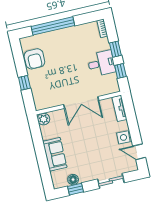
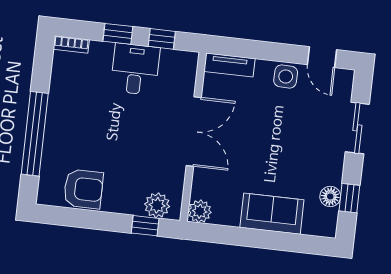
window: (24, 83) -> (145, 226), moved
plant: (39, 97) -> (157, 205), added
door: (139, 152) -> (322, 57), hinge flipped

